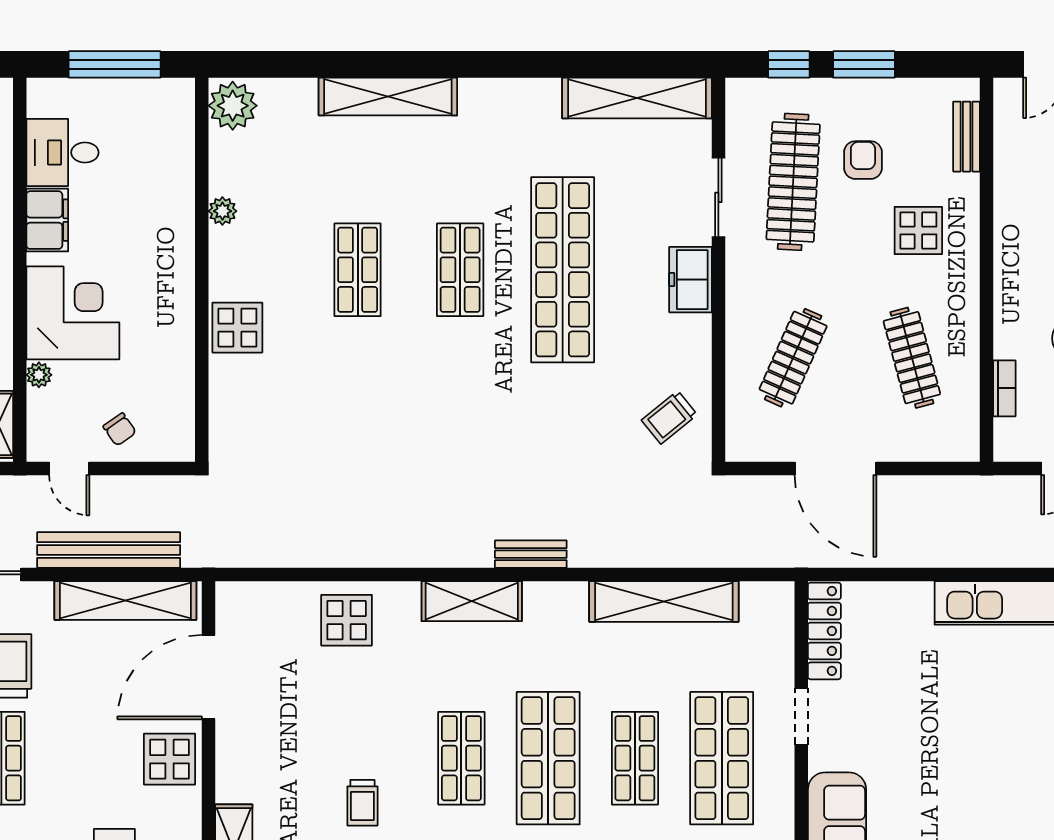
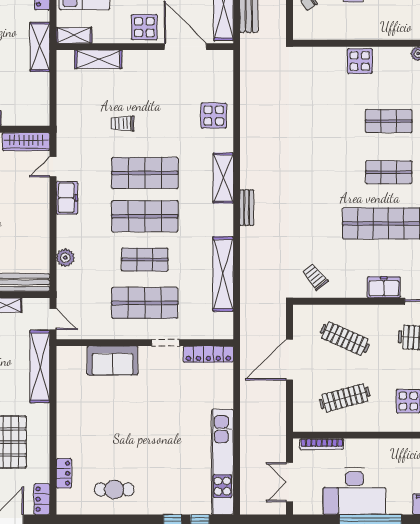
bookcase: (1004, 388) -> (322, 444), width x1.56
shop shelf: (461, 758) -> (145, 173), width x1.43, depth x1.36

